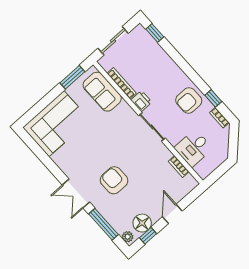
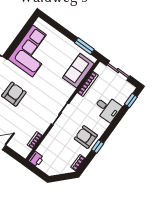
window: (213, 98) -> (98, 146), moved
printer: (141, 101) -> (36, 159), moved
corner sofa: (56, 124) -> (33, 51), moved, turned -90
desk: (193, 148) -> (107, 108), moved, turned 180

